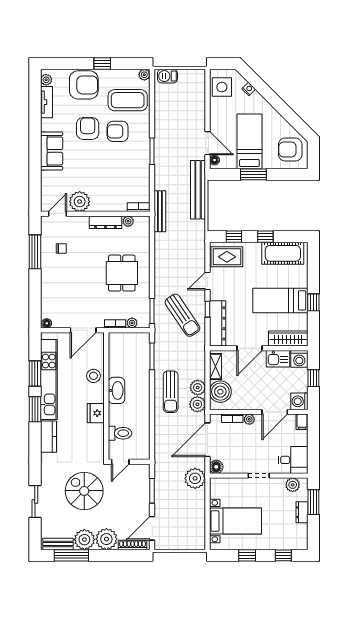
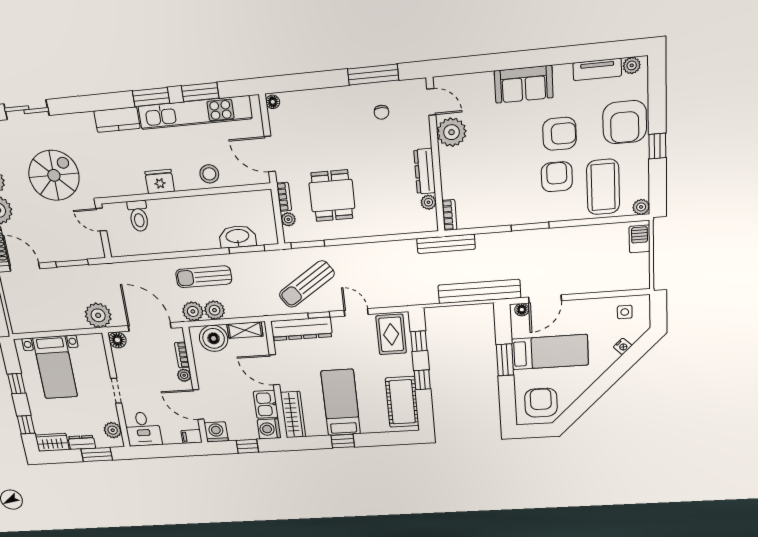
side table: (222, 87) -> (625, 312), width x0.54, depth x0.54
dining table: (122, 273) -> (332, 196), moved, turned 90
washbasin: (116, 390) -> (237, 237), moved, turned 180
wardrobe: (300, 537) -> (52, 442), added

